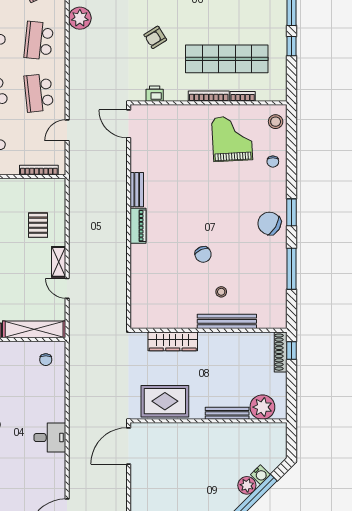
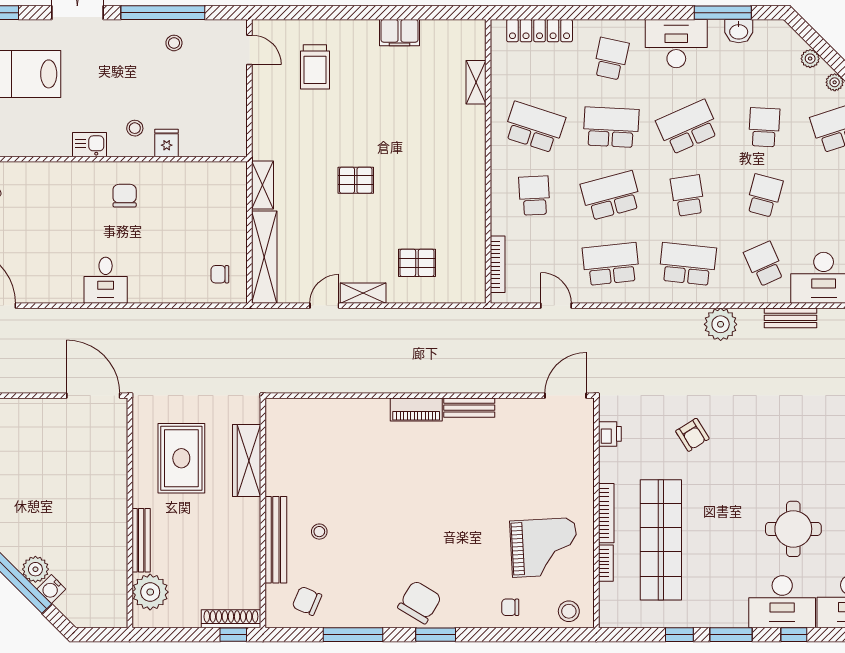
armchair: (155, 37) -> (692, 435), turned 180
chair: (203, 254) -> (307, 601), moved, turned 46
rug: (165, 401) -> (181, 458), moved

